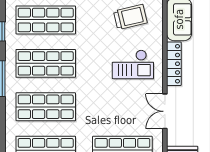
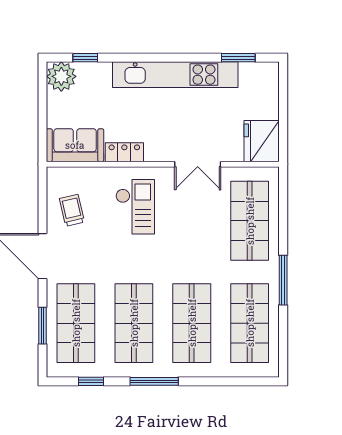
trolley: (130, 17) -> (72, 210), width x0.73, depth x0.72
locker: (174, 64) -> (124, 152), width x0.66

